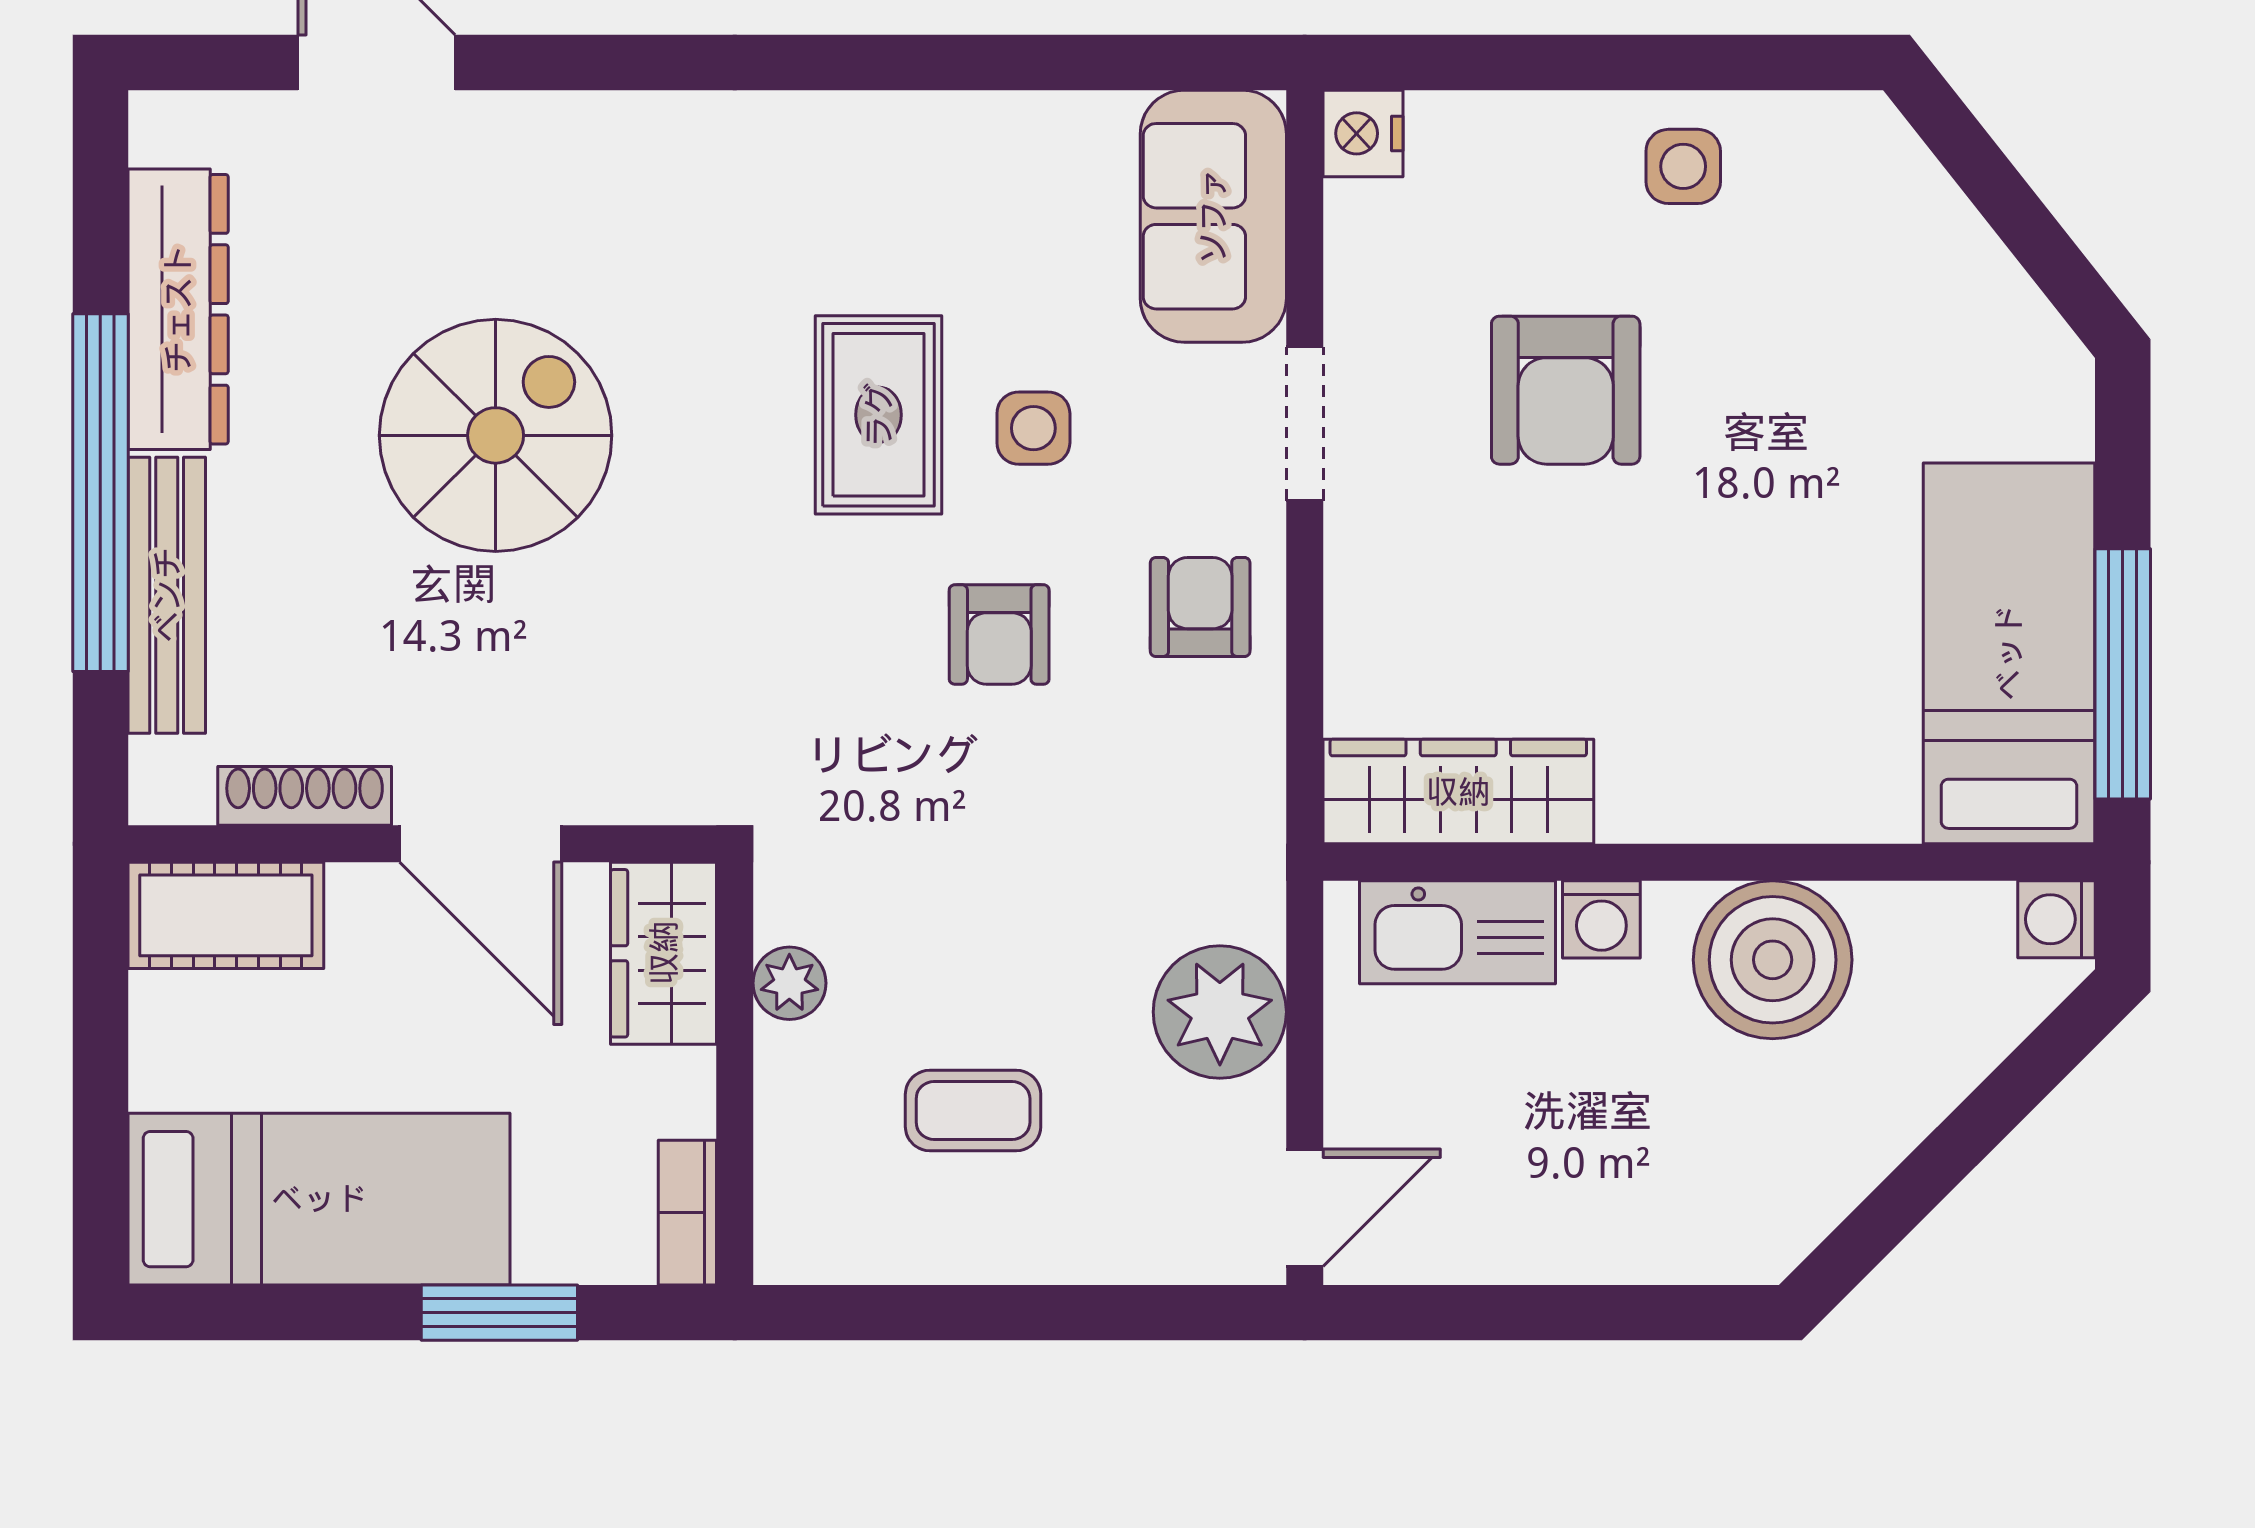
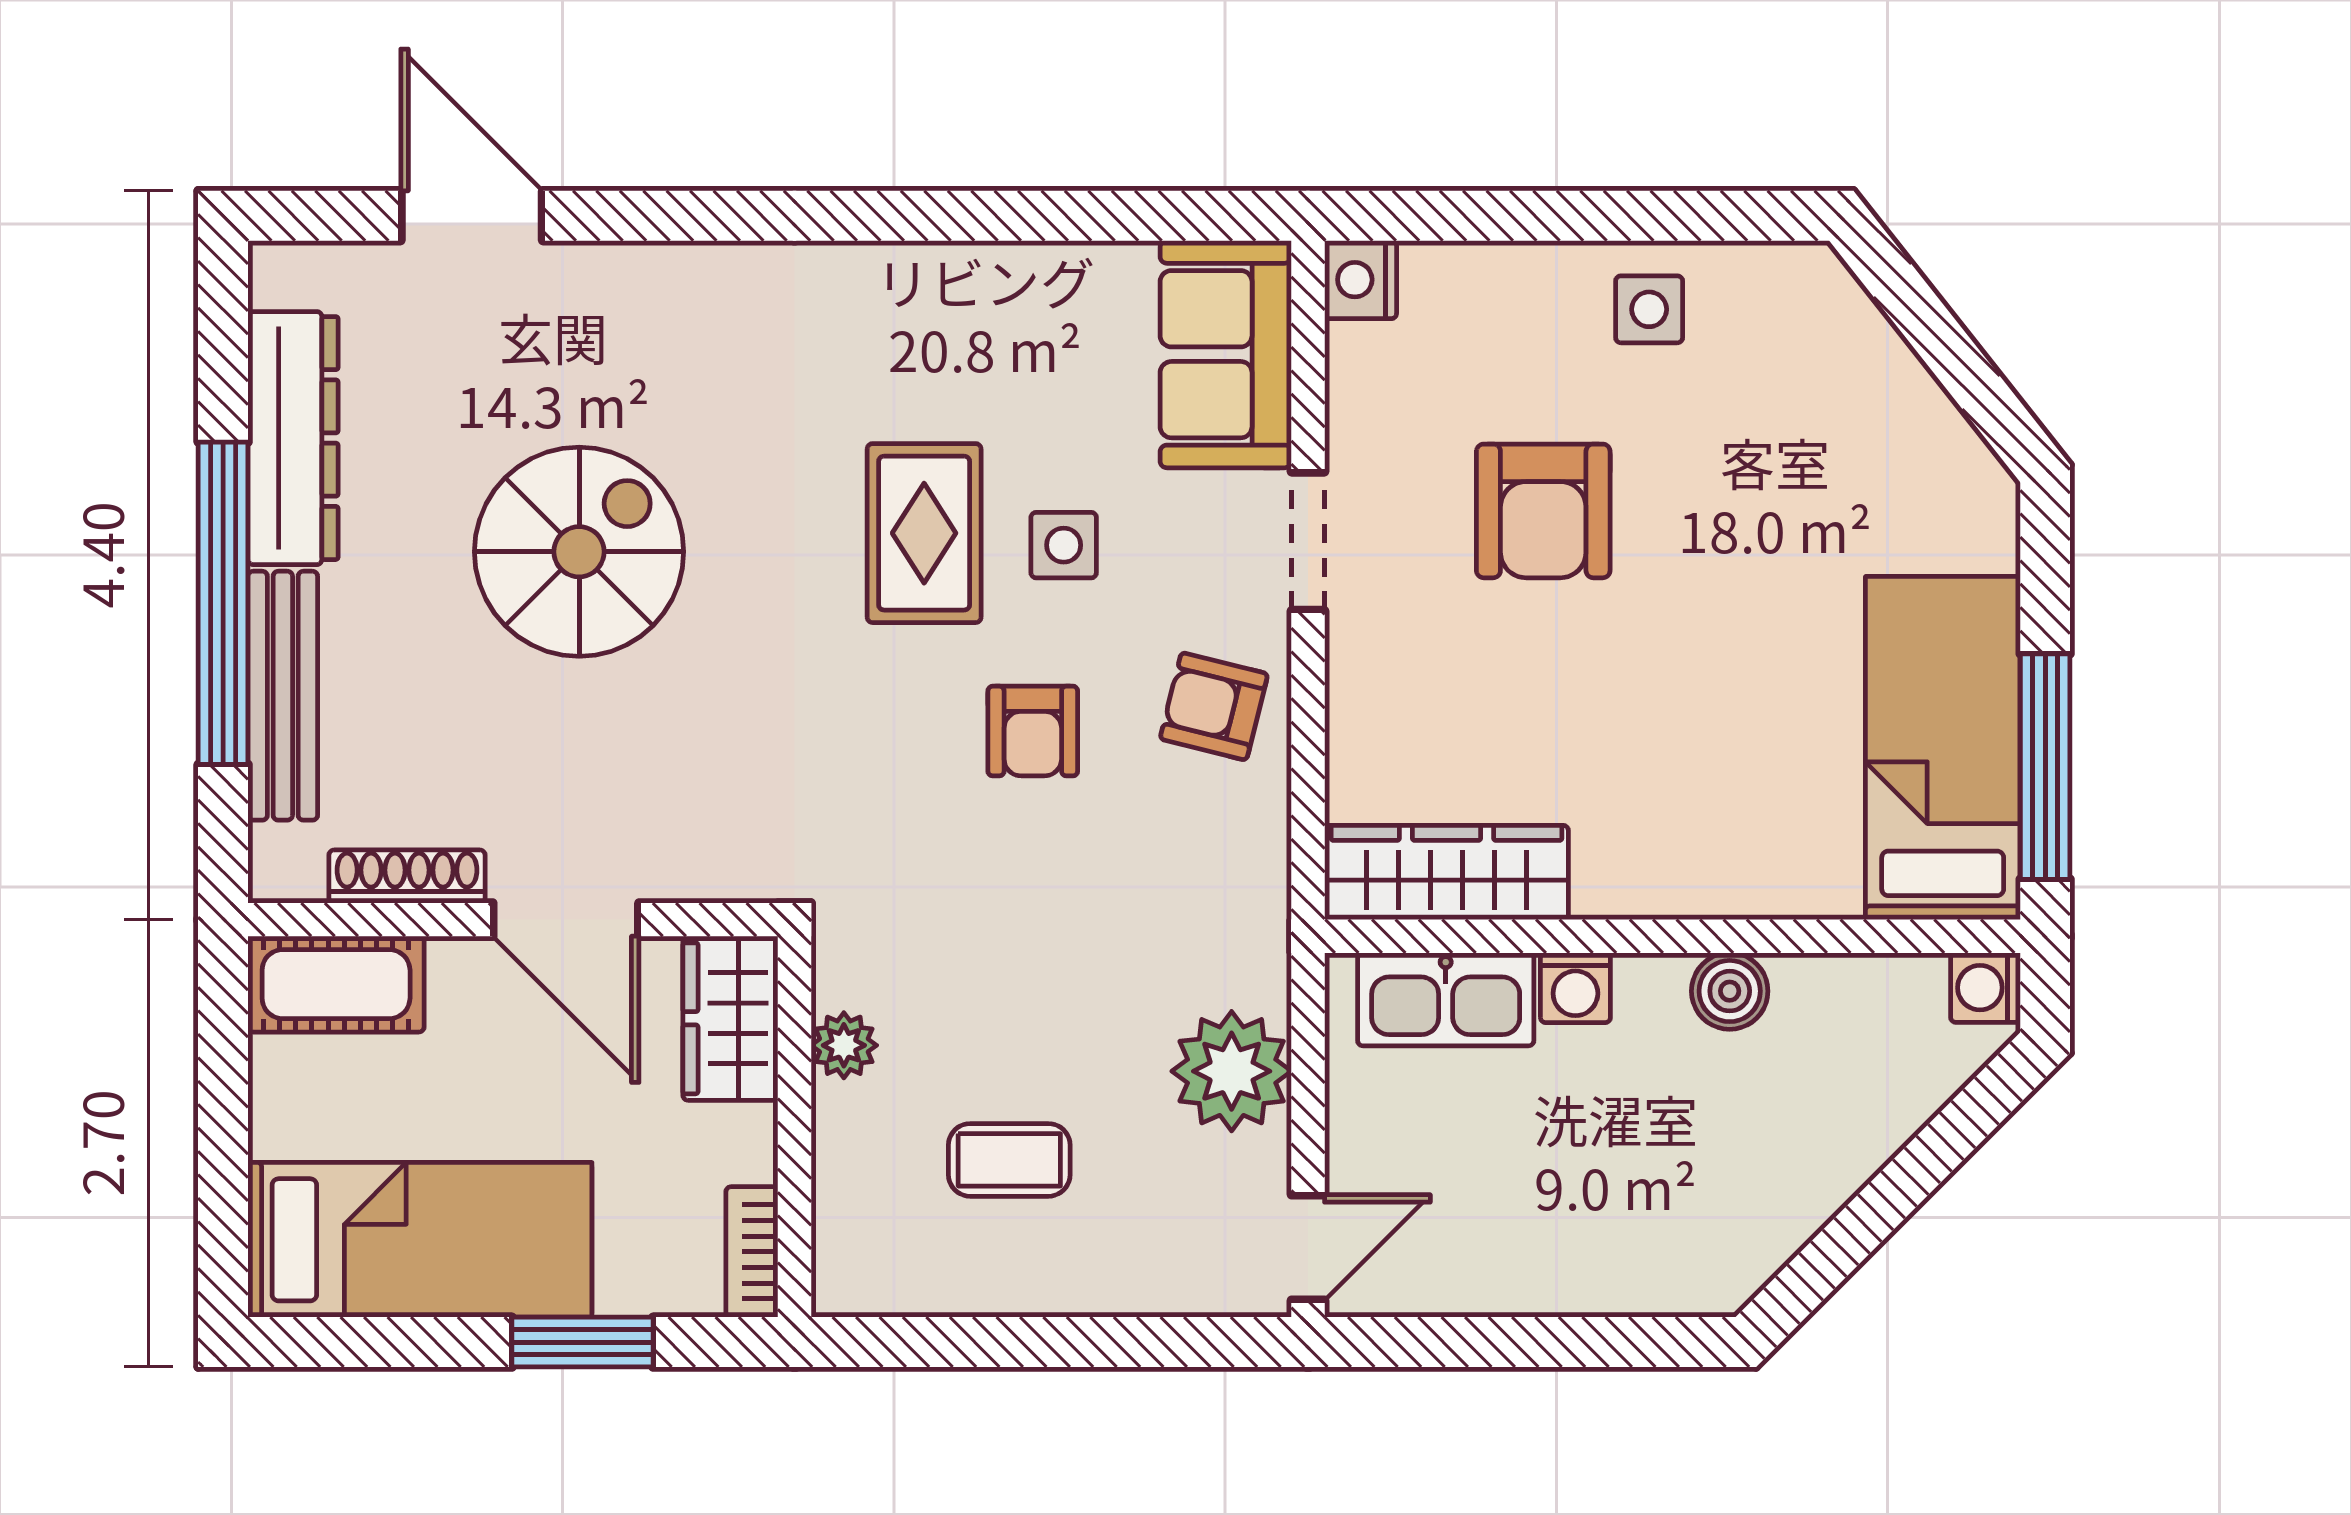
armchair: (1200, 607) -> (1214, 706), turned -76
boiler: (1773, 960) -> (1730, 991), width x0.54, depth x0.54

